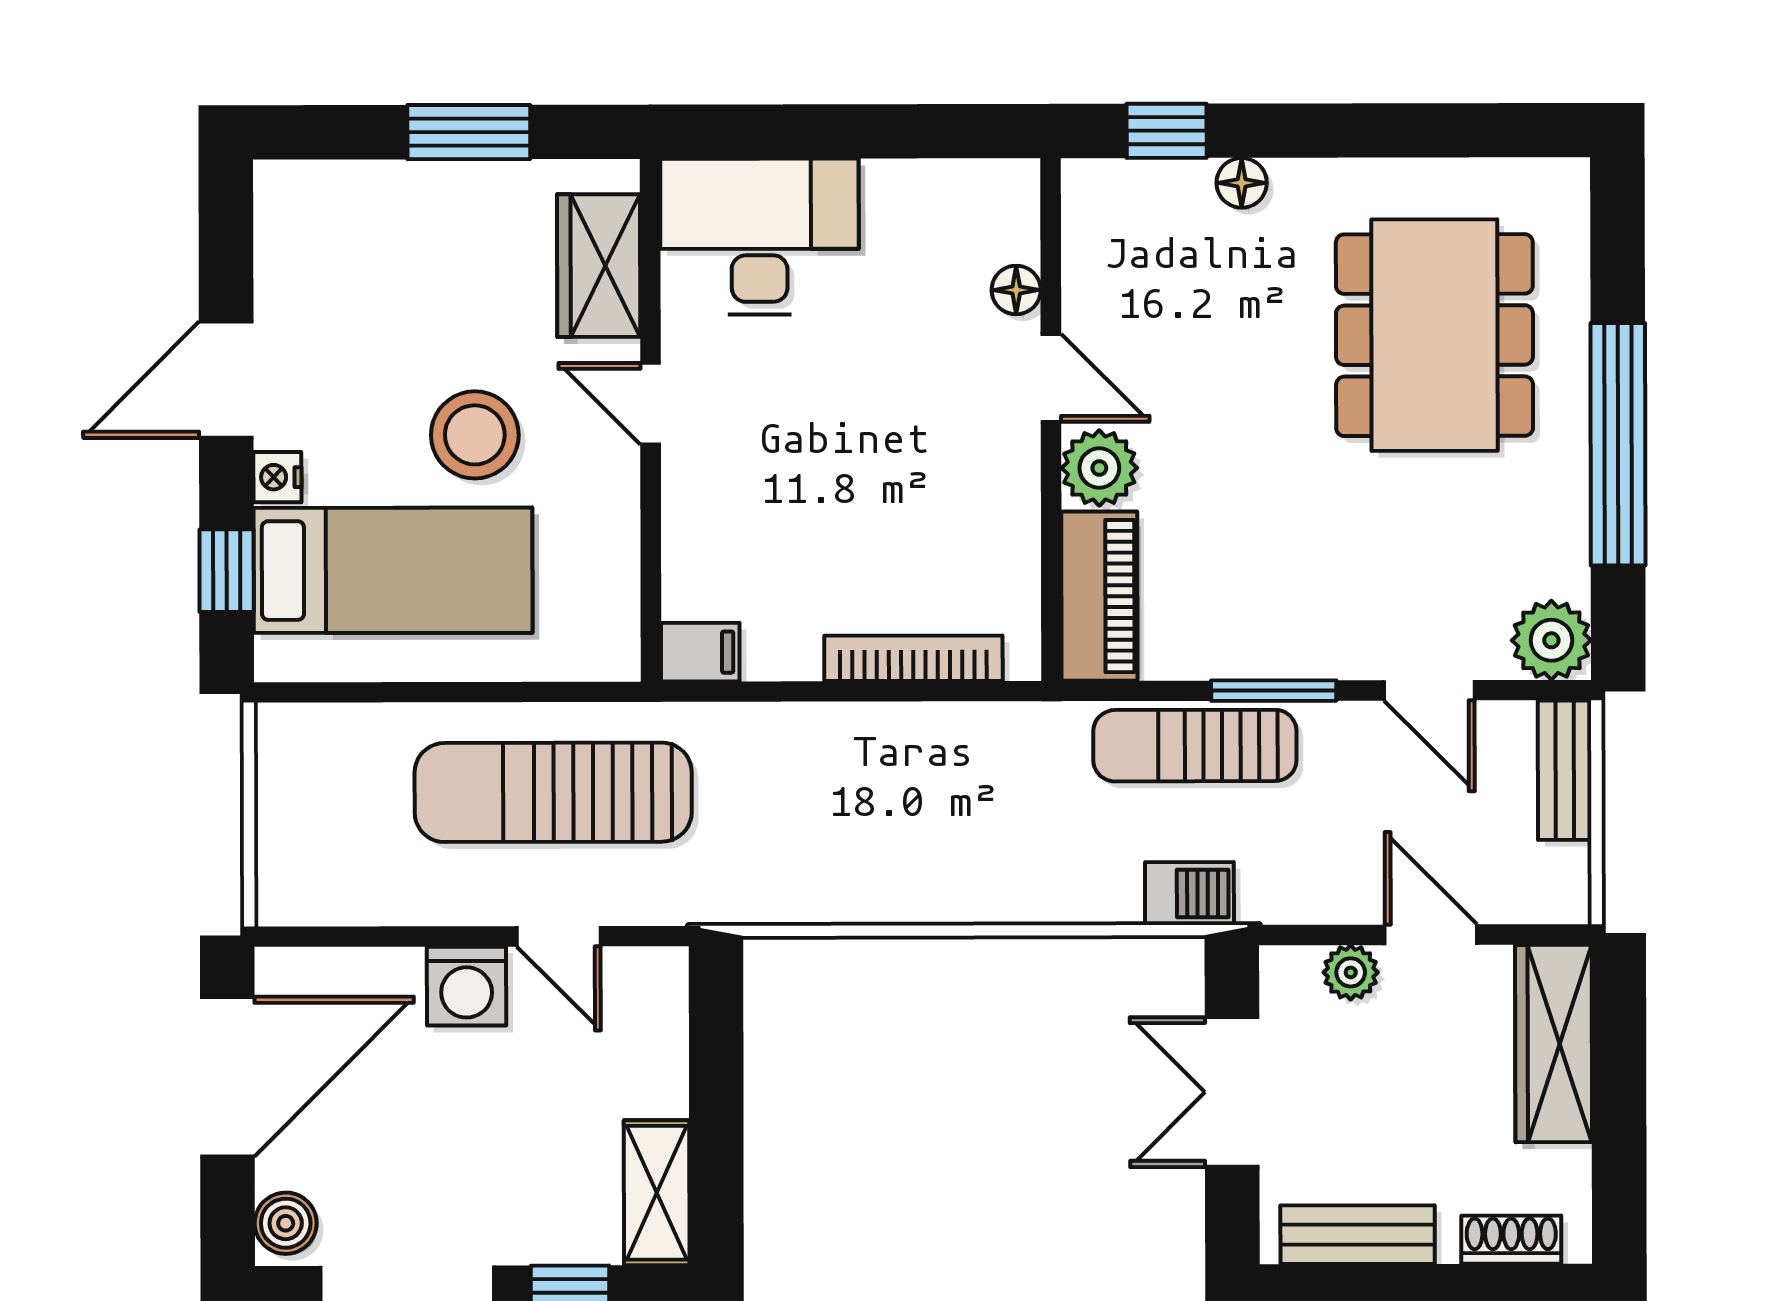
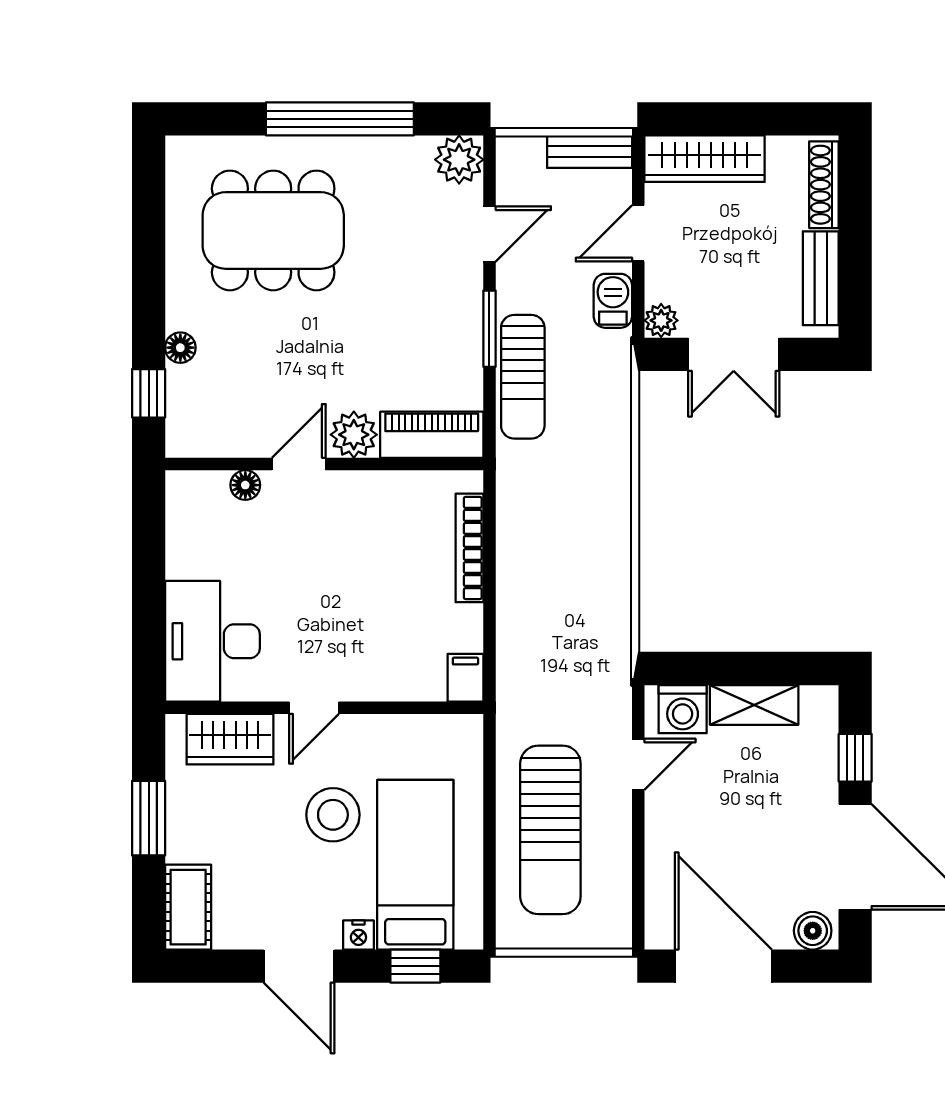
cot: (323, 197) -> (188, 907), added
bench: (1565, 770) -> (590, 152), moved
sun lounger: (553, 792) -> (550, 830), moved
barbecue: (1189, 894) -> (613, 301), moved
plant: (1351, 972) -> (661, 320), moved
washing machine: (467, 986) -> (683, 709), moved, turned 90
shelving: (657, 1193) -> (754, 705), moved
shoe rack: (1511, 1240) -> (824, 185), width x1.43

